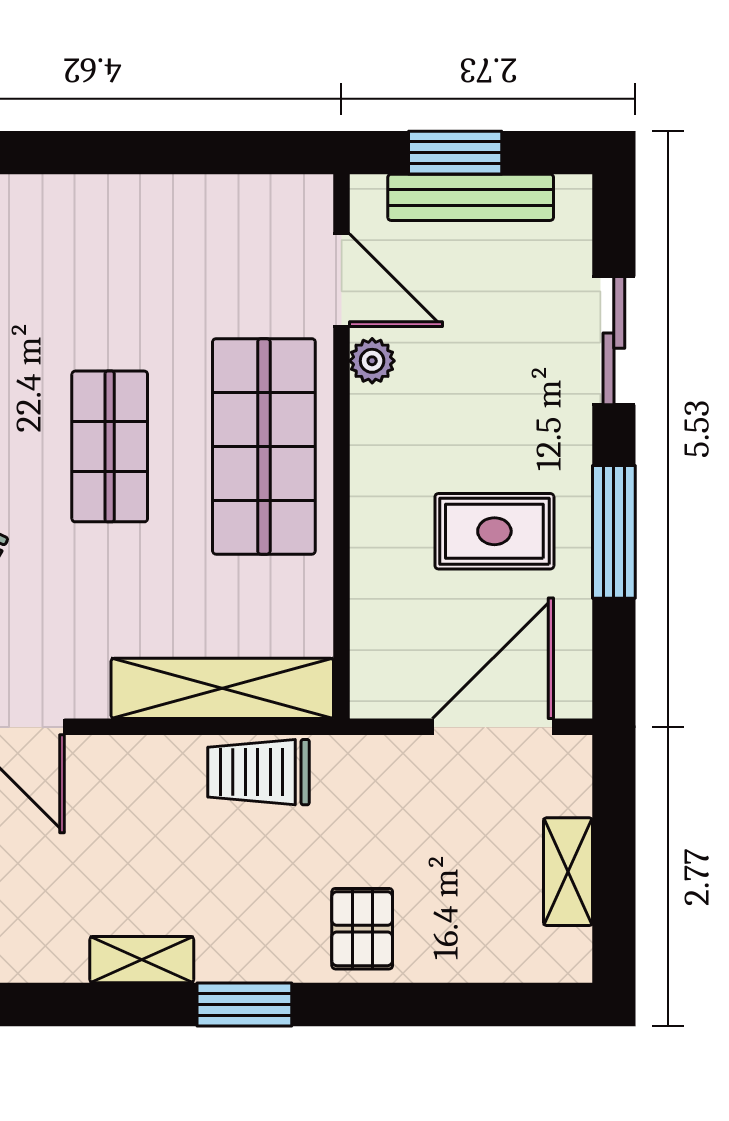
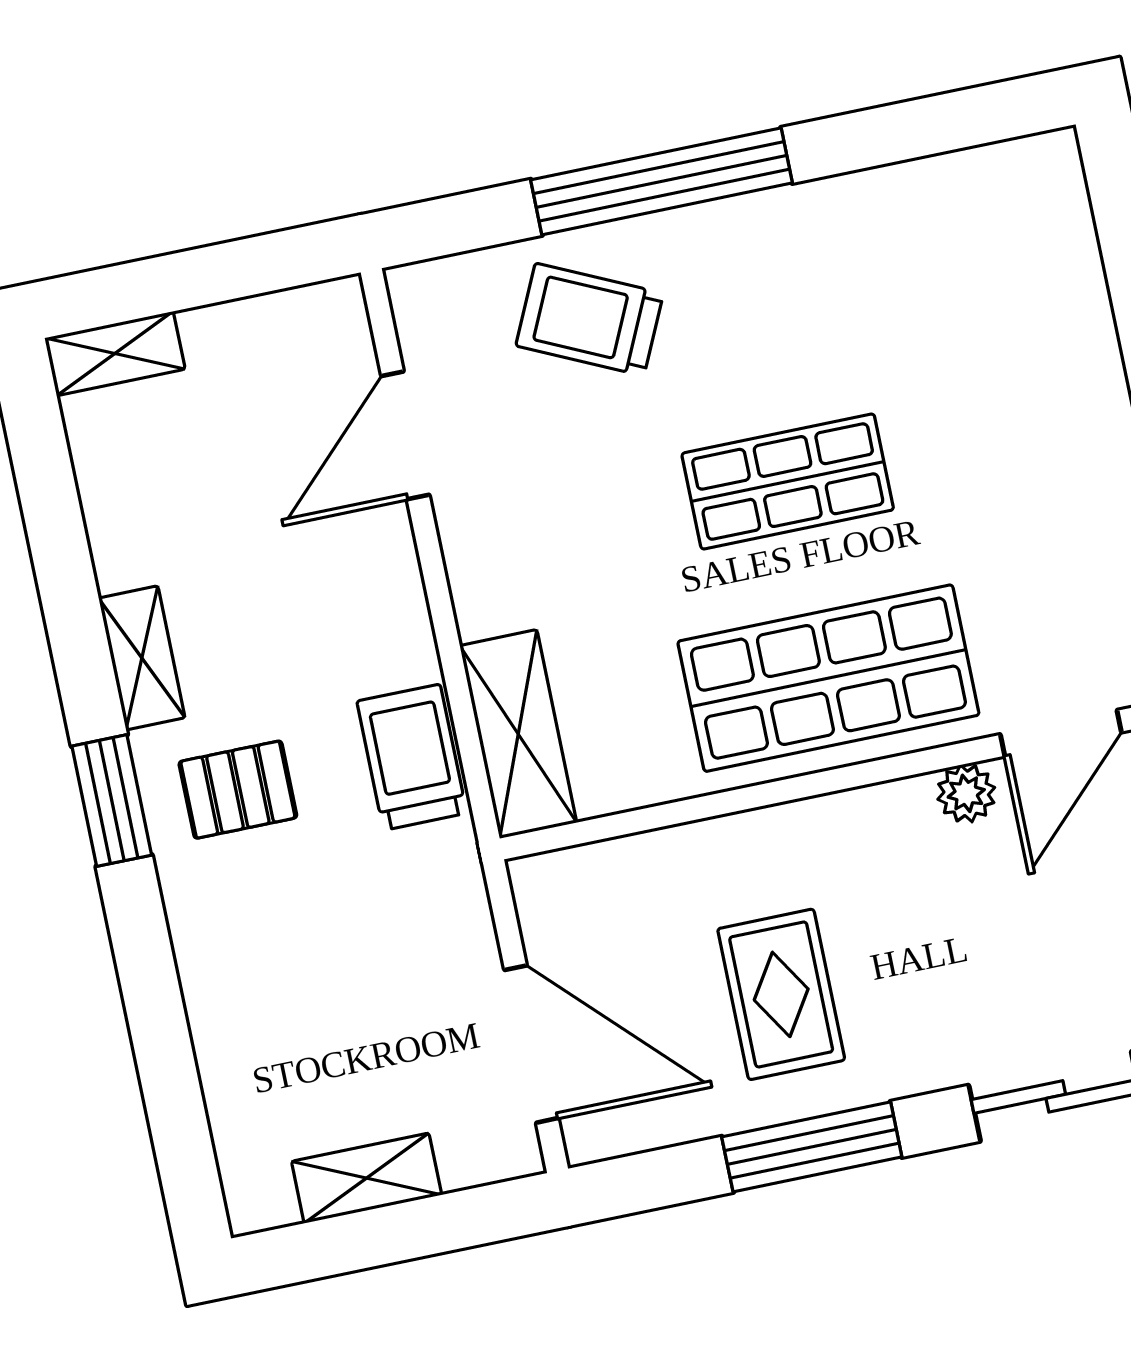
shelving: (222, 688) -> (518, 734), width x0.68
pallet: (362, 929) -> (238, 790), moved

